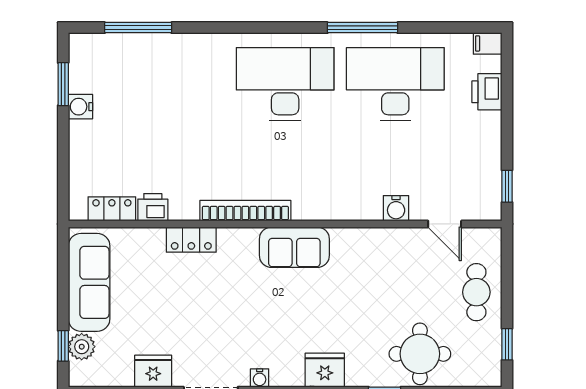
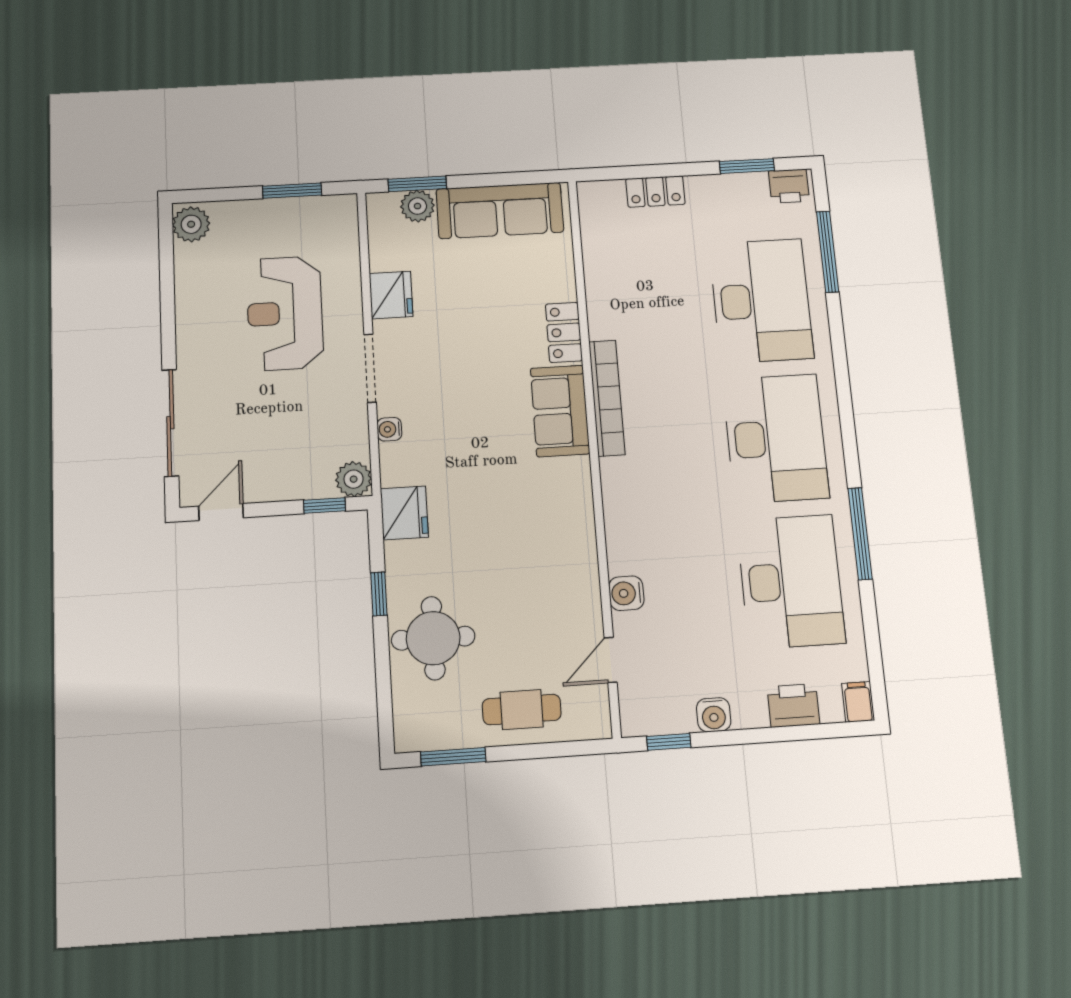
desk: (175, 84) -> (761, 301), added
water cooler: (80, 107) -> (714, 715), moved, turned 180
printer: (153, 207) -> (789, 186), moved, turned 90
locker: (112, 209) -> (655, 192), moved, turned 90
sofa: (294, 247) -> (560, 411), moved
window: (507, 344) -> (453, 757), width x1.50
window: (63, 346) -> (417, 184), width x1.50

